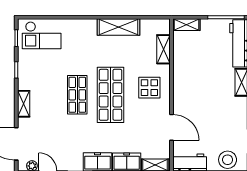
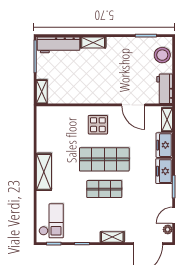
shelving: (119, 27) -> (44, 172), moved
shelving: (164, 49) -> (64, 112), removed
door: (172, 127) -> (133, 105), swing flipped

